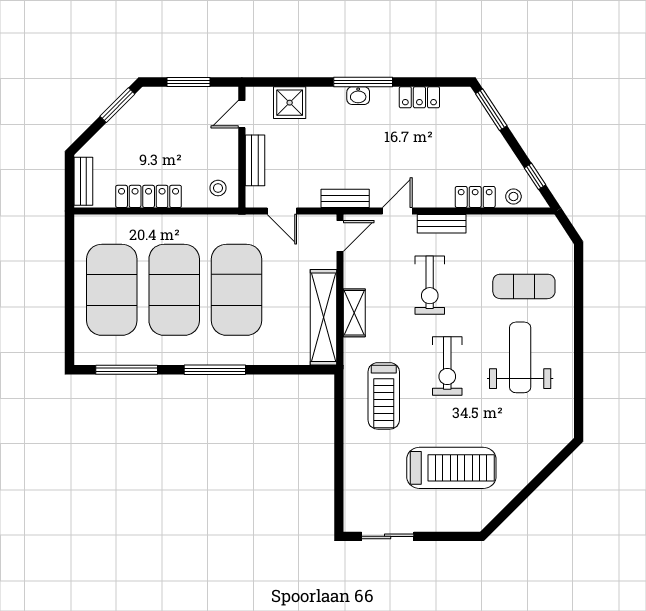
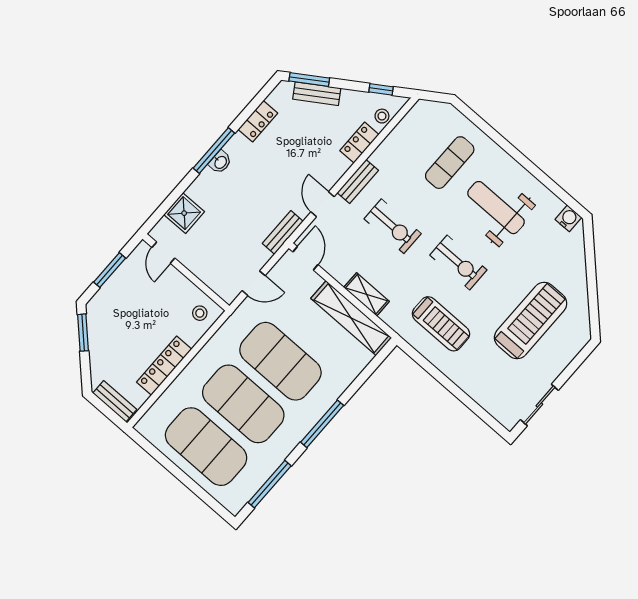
bench: (255, 160) -> (317, 94), moved, turned -33
water cooler: (563, 425) -> (568, 218), added

